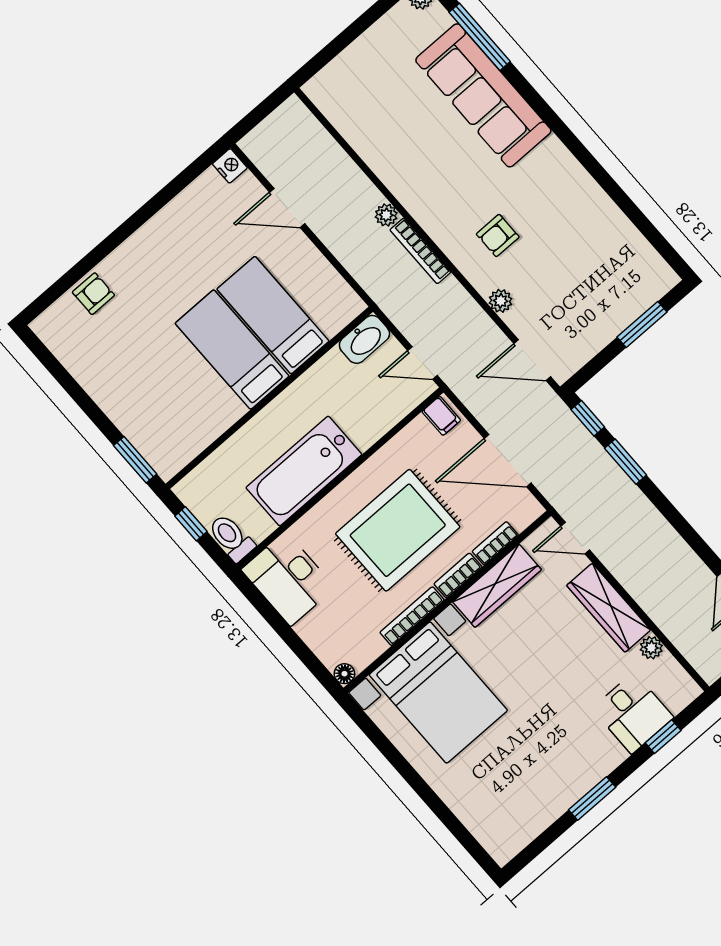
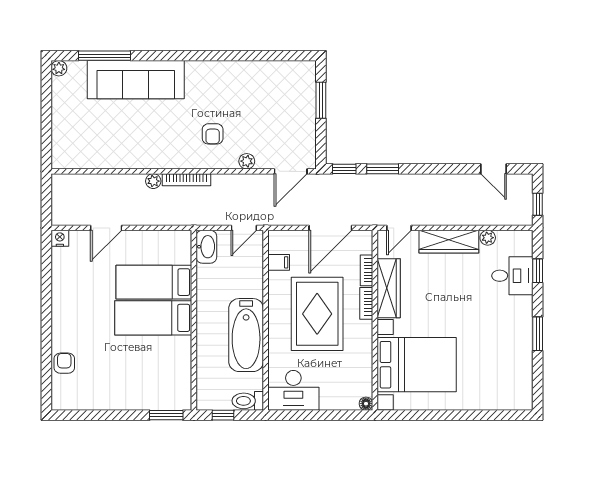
filing cabinet: (441, 416) -> (279, 262), moved
bookcase: (412, 616) -> (367, 344), removed

